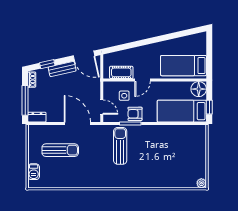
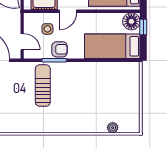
window: (209, 107) -> (143, 27), moved
armchair: (135, 114) -> (60, 49), turned 180
plant: (201, 183) -> (113, 128), moved

